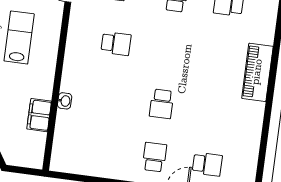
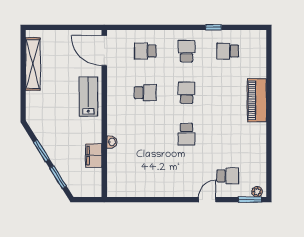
lab bench: (19, 37) -> (88, 97), moved
school desk: (154, 157) -> (187, 93), moved

